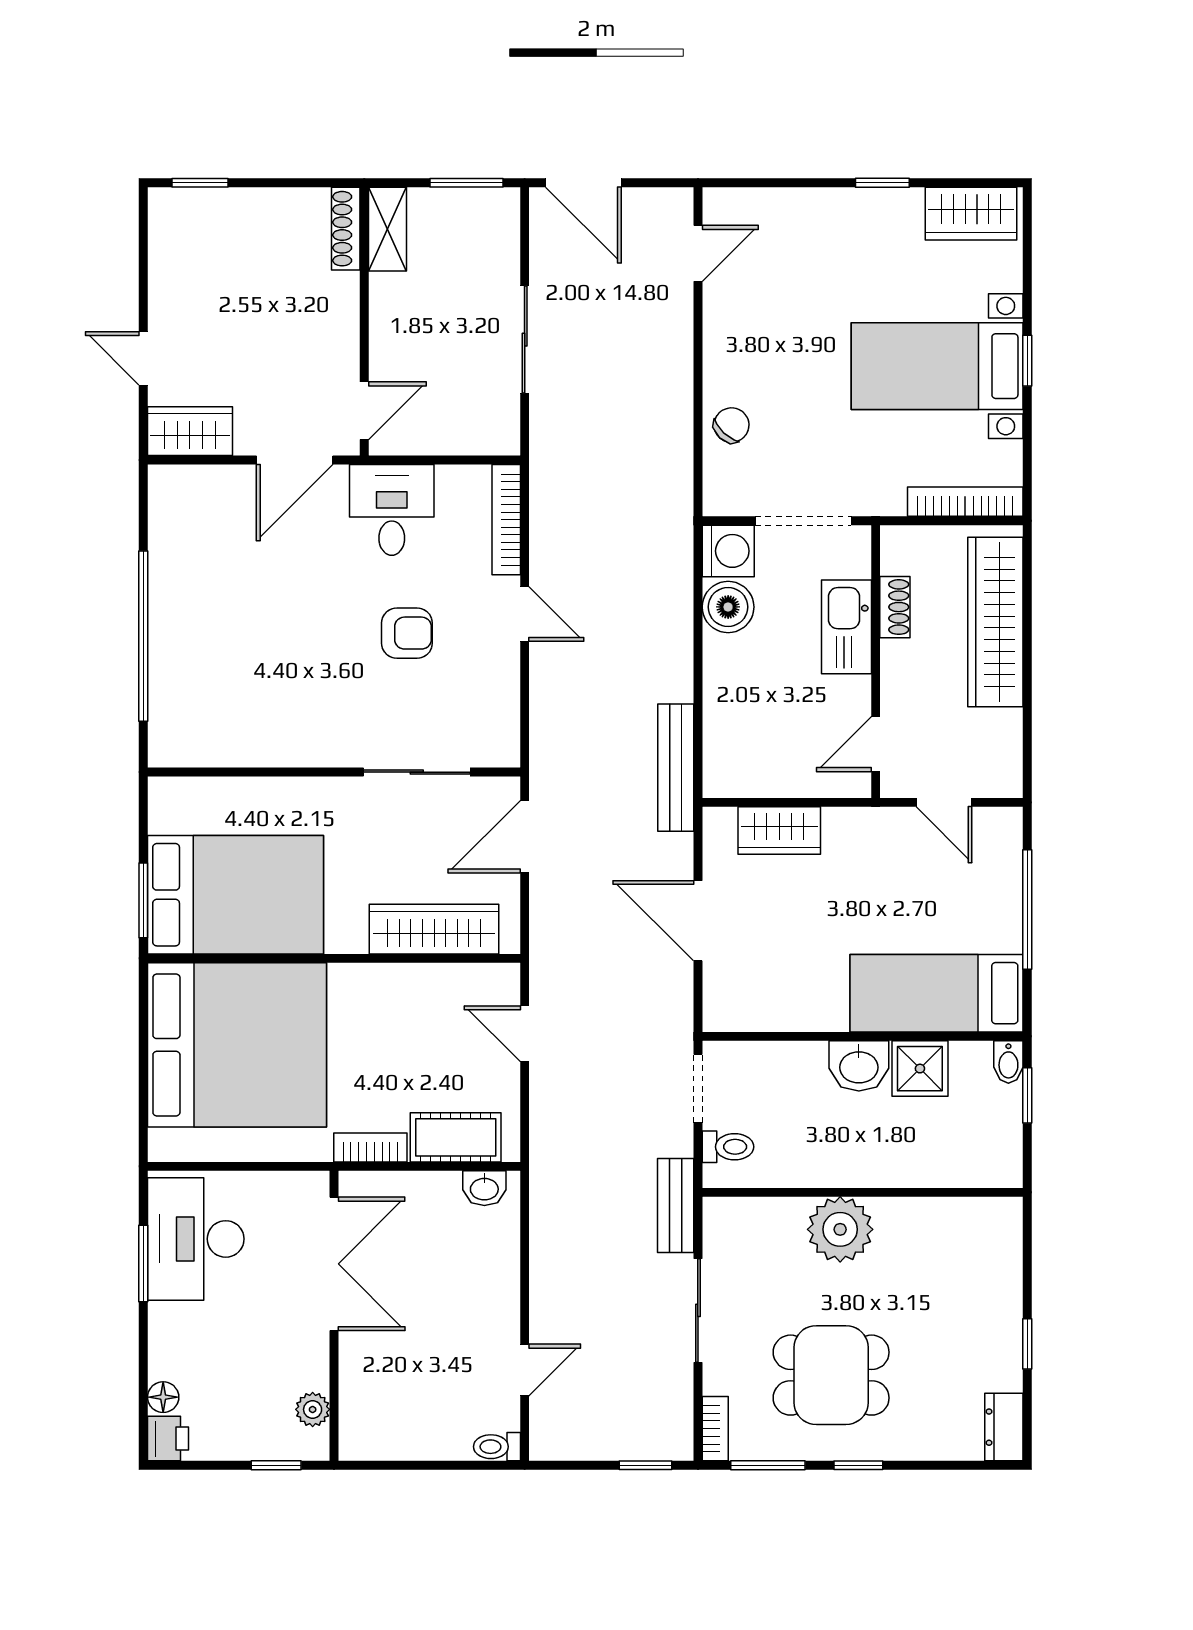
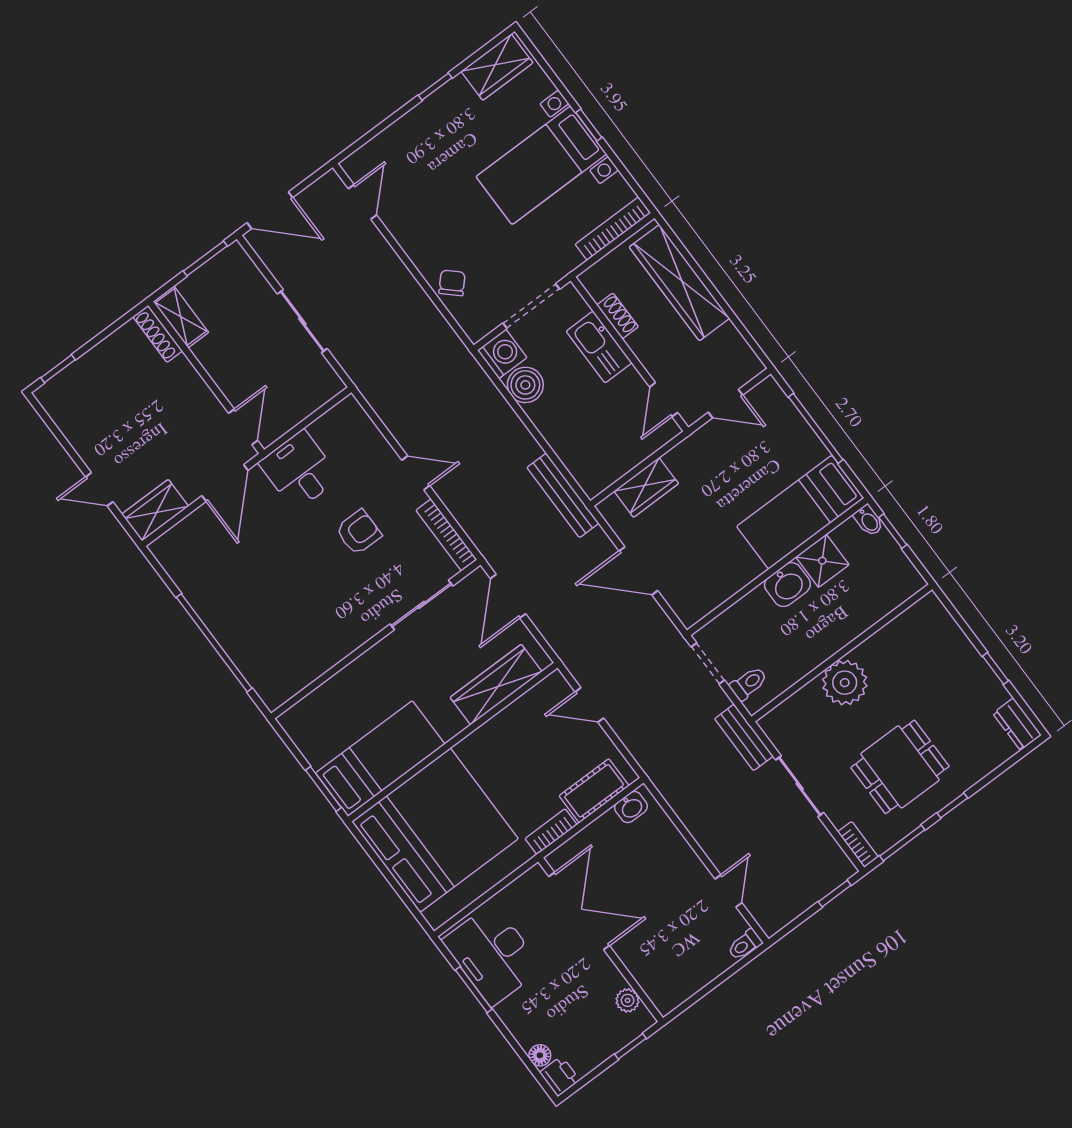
bookcase: (506, 520) -> (446, 535), moved
bed: (236, 895) -> (380, 759), width x0.67

